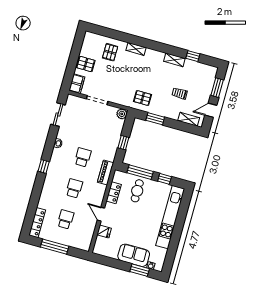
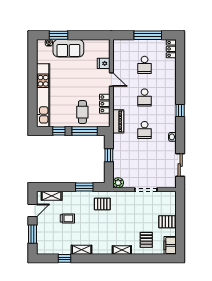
filing cabinet: (77, 84) -> (170, 245), moved
locker: (37, 223) -> (171, 49), width x0.66

